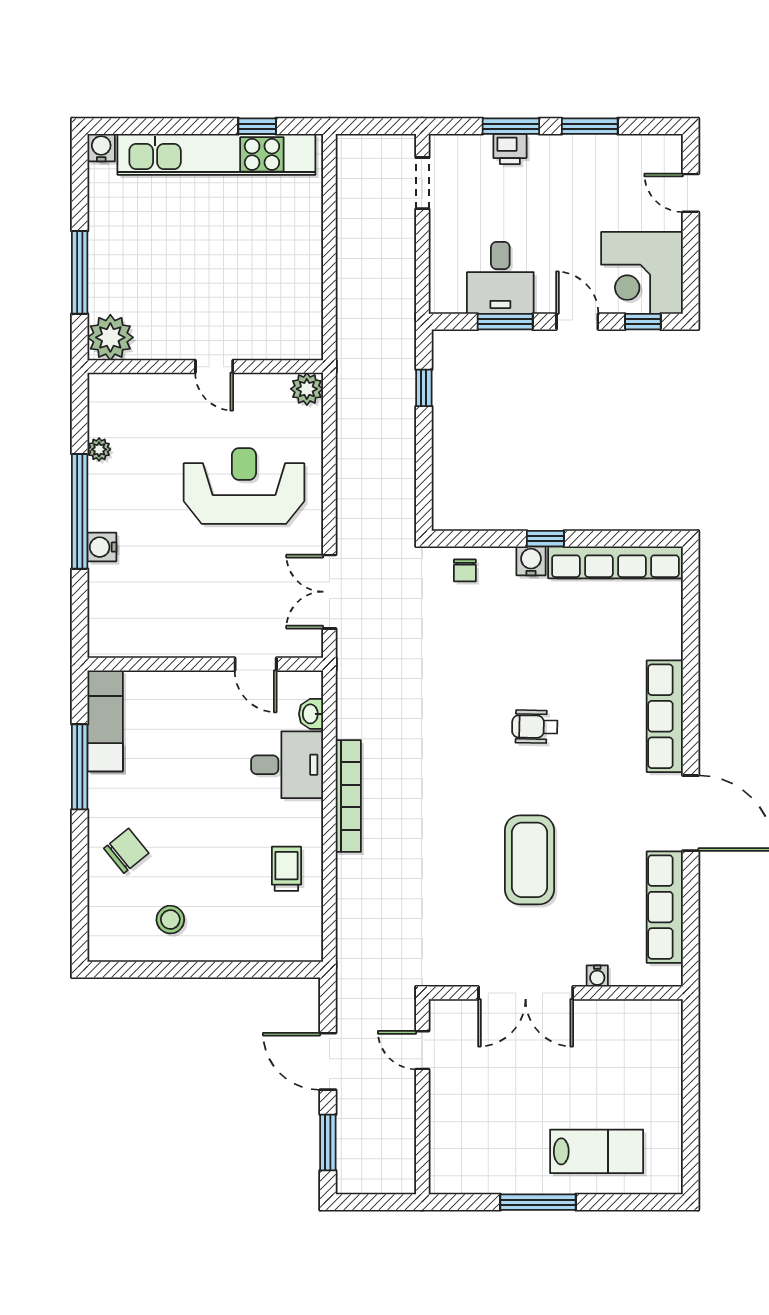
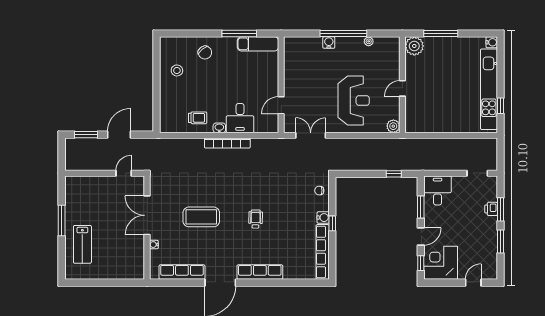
desk: (500, 278) -> (438, 190), moved, turned 90
washbasin: (311, 714) -> (219, 128), moved

